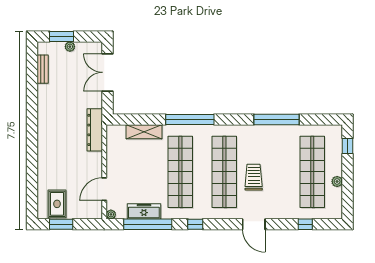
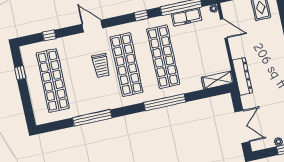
shelving: (144, 132) -> (218, 80), moved
window: (348, 146) -> (20, 73), moved
plant: (337, 181) -> (30, 77), removed
door: (104, 189) -> (224, 29), hinge flipped

